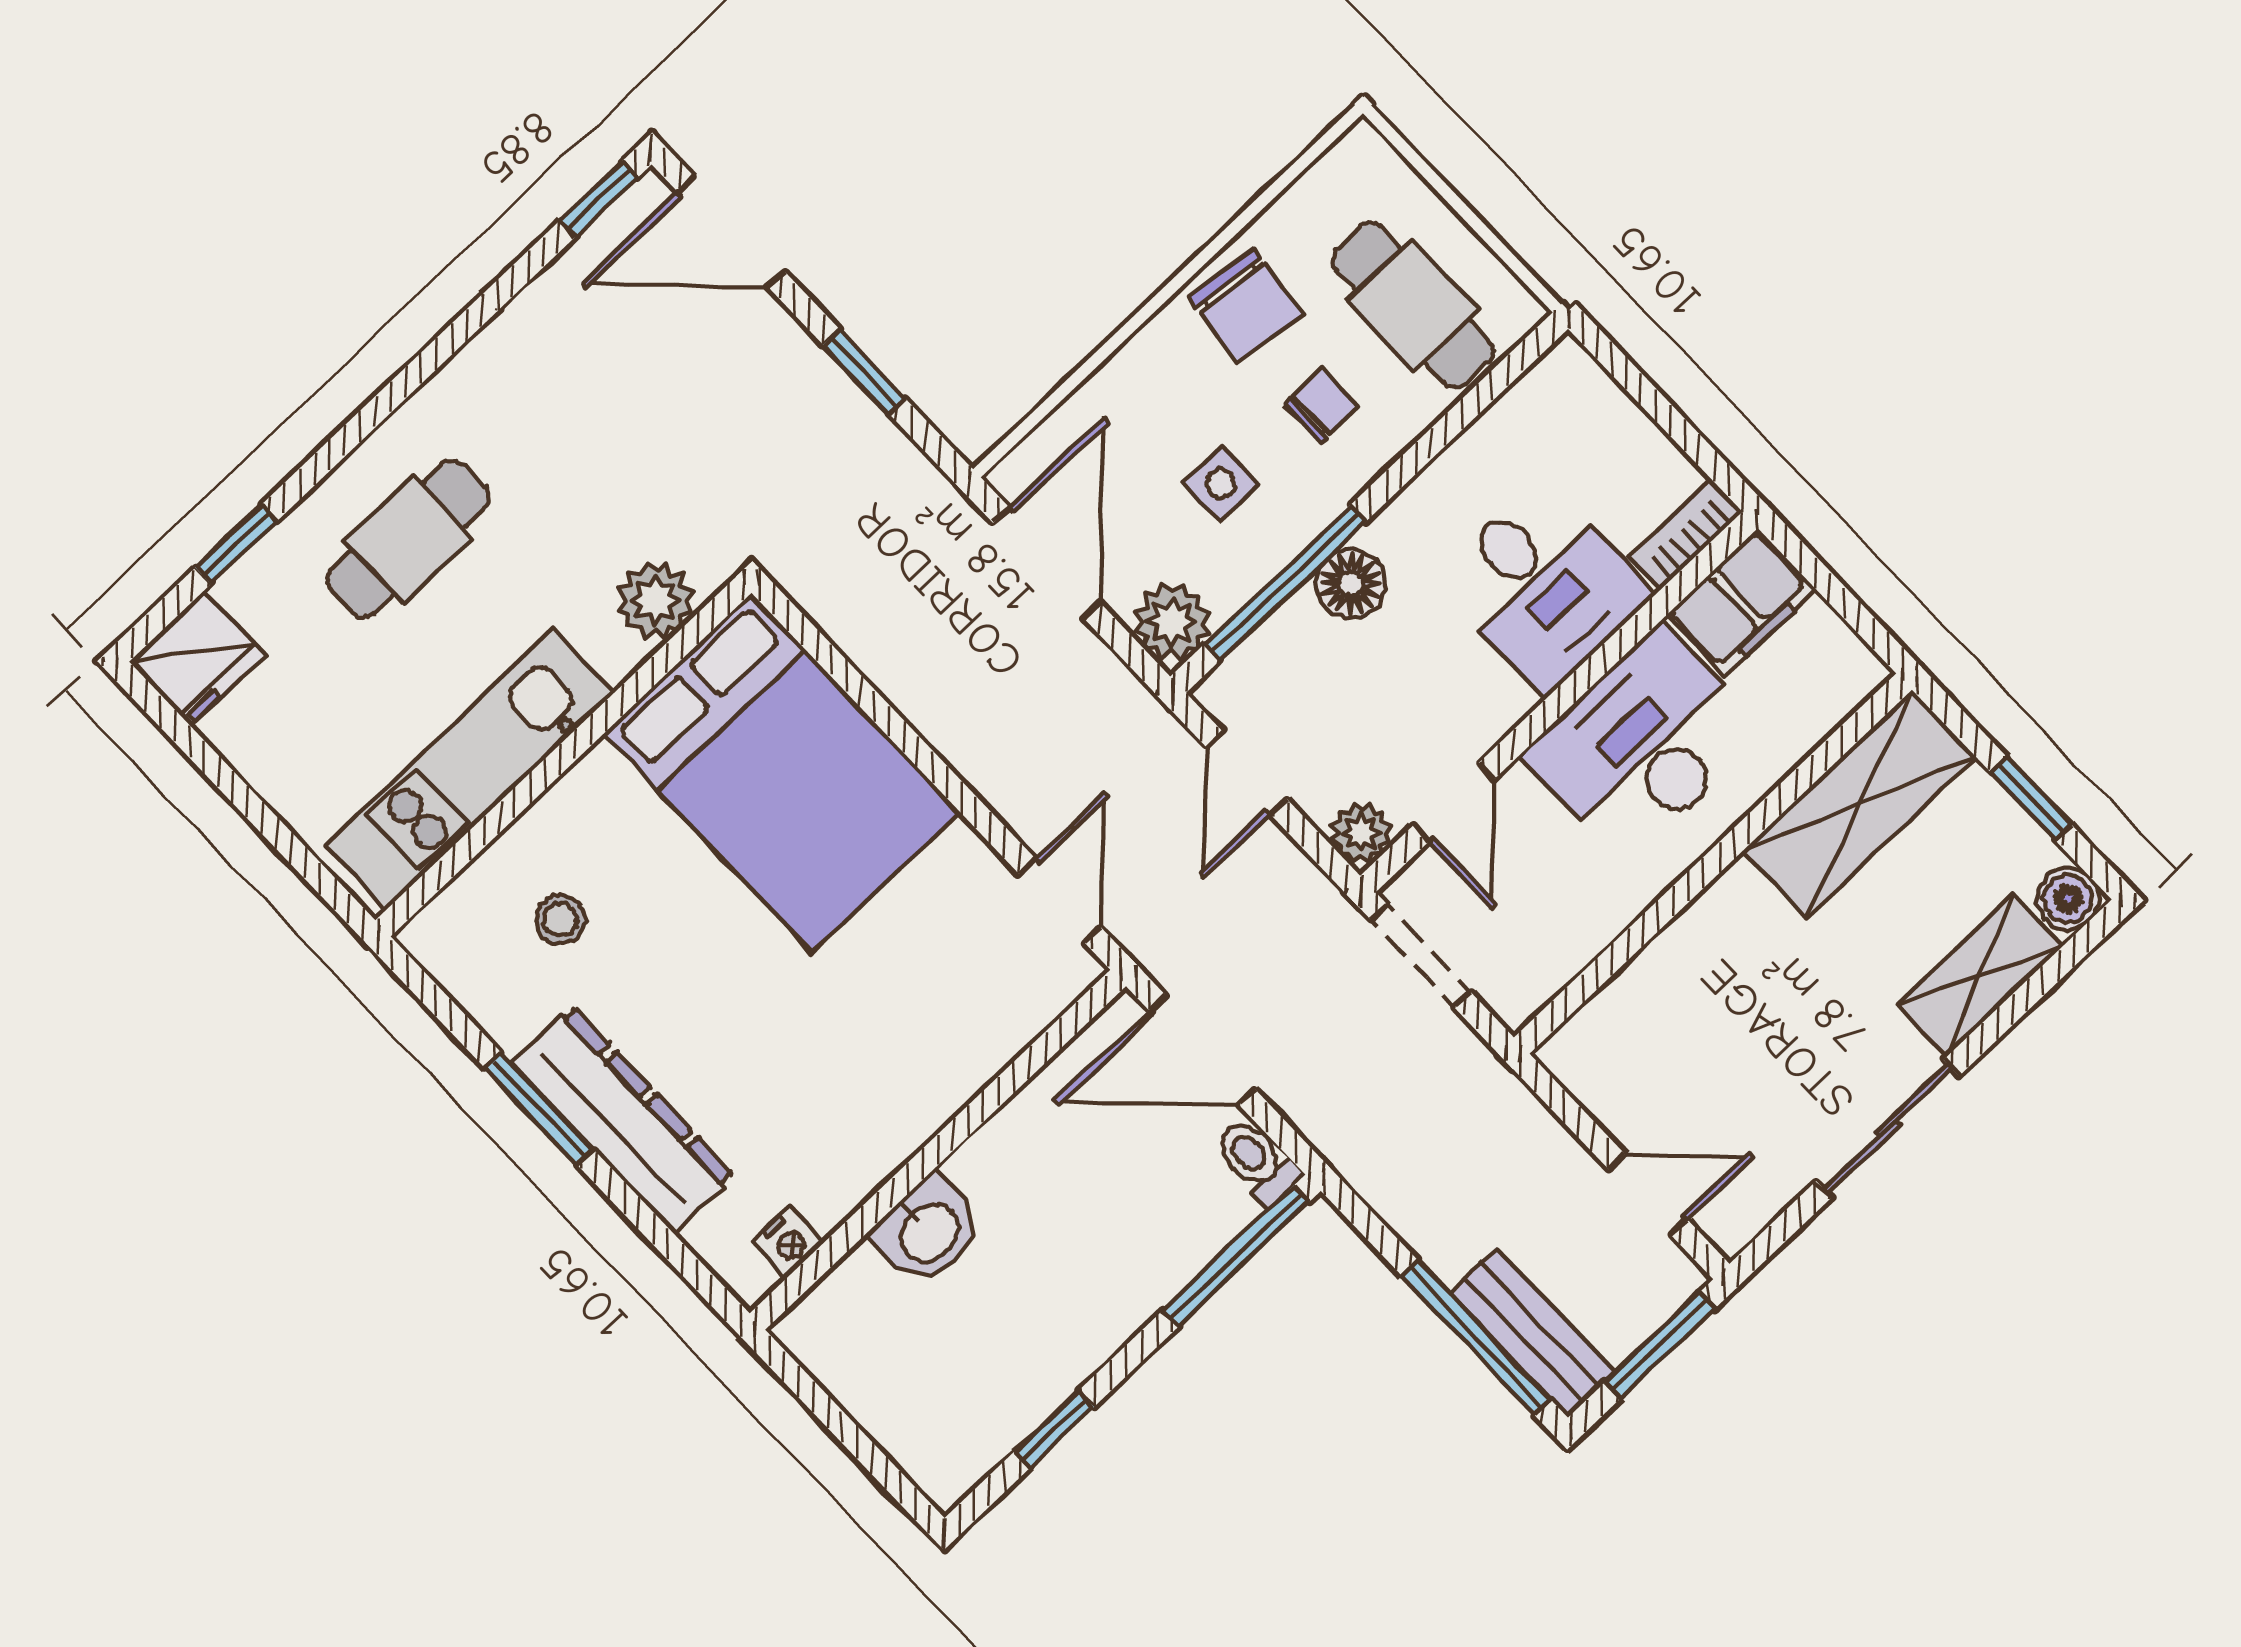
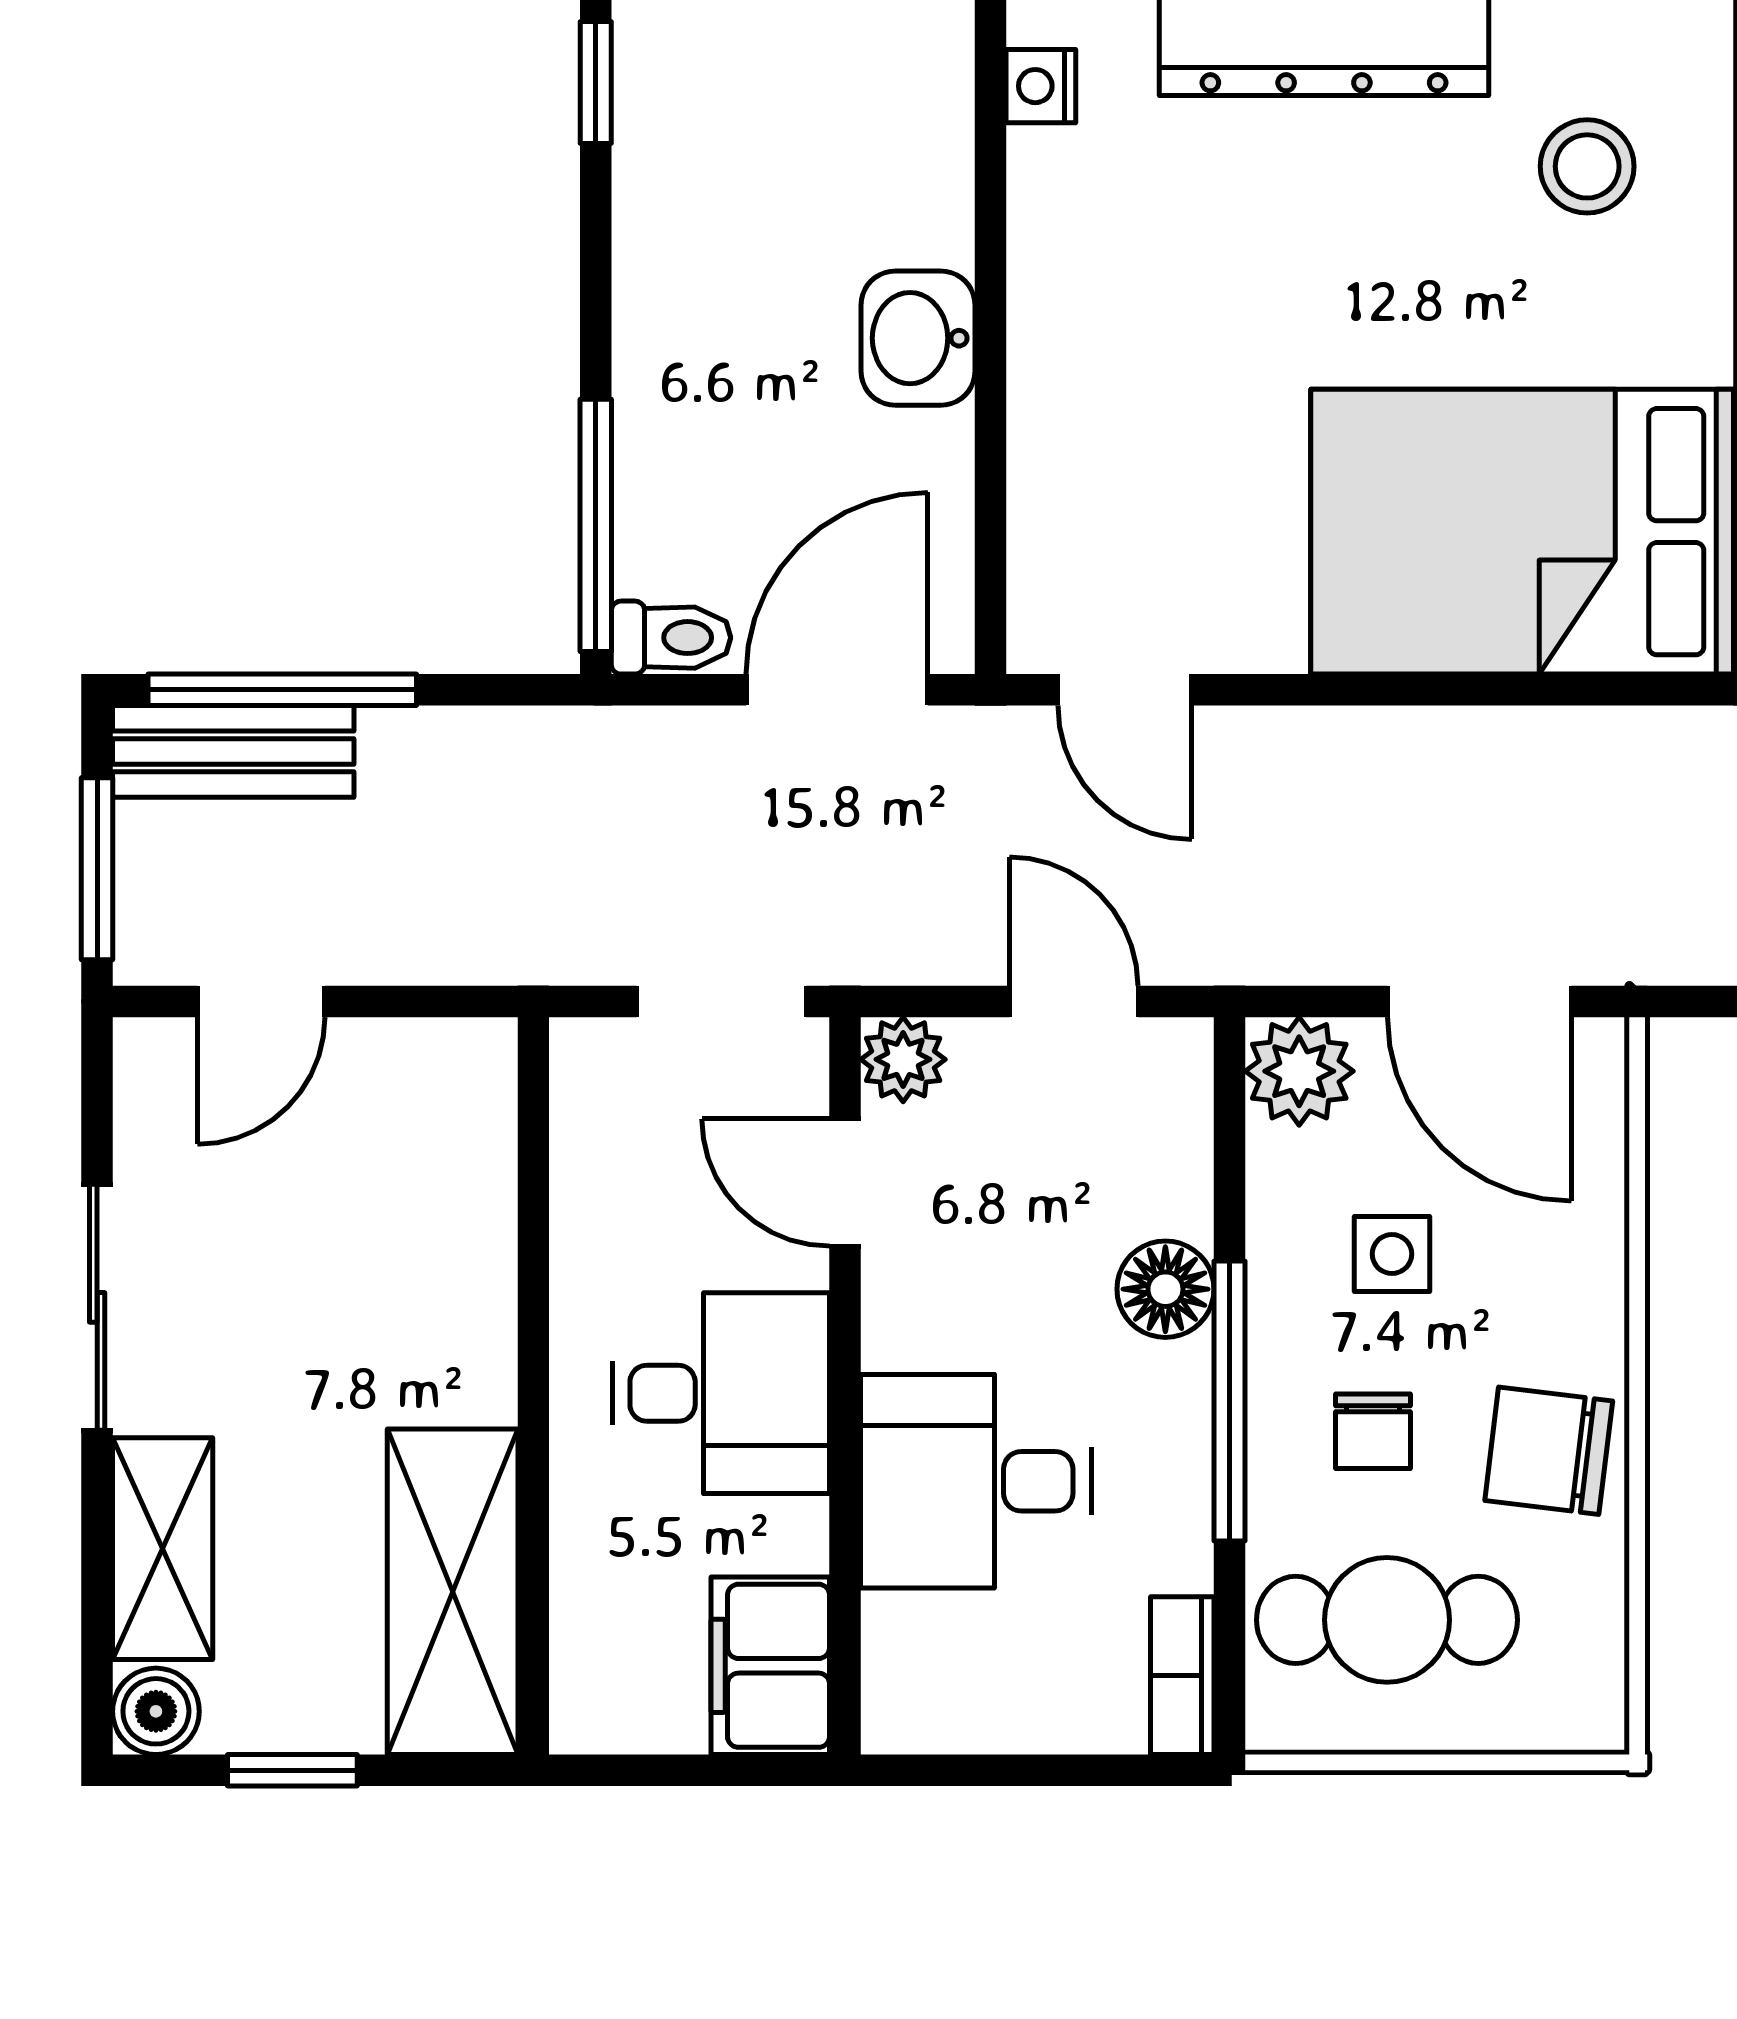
bookcase: (1686, 534) -> (1182, 1676), moved, turned 180
window: (1285, 583) -> (1229, 1401), moved
desk: (1644, 744) -> (721, 1393), width x0.73
stool: (560, 919) -> (1587, 166), width x1.37, depth x1.37
washbasin: (928, 1231) -> (918, 338), moved
window: (1054, 1429) -> (596, 83), moved

